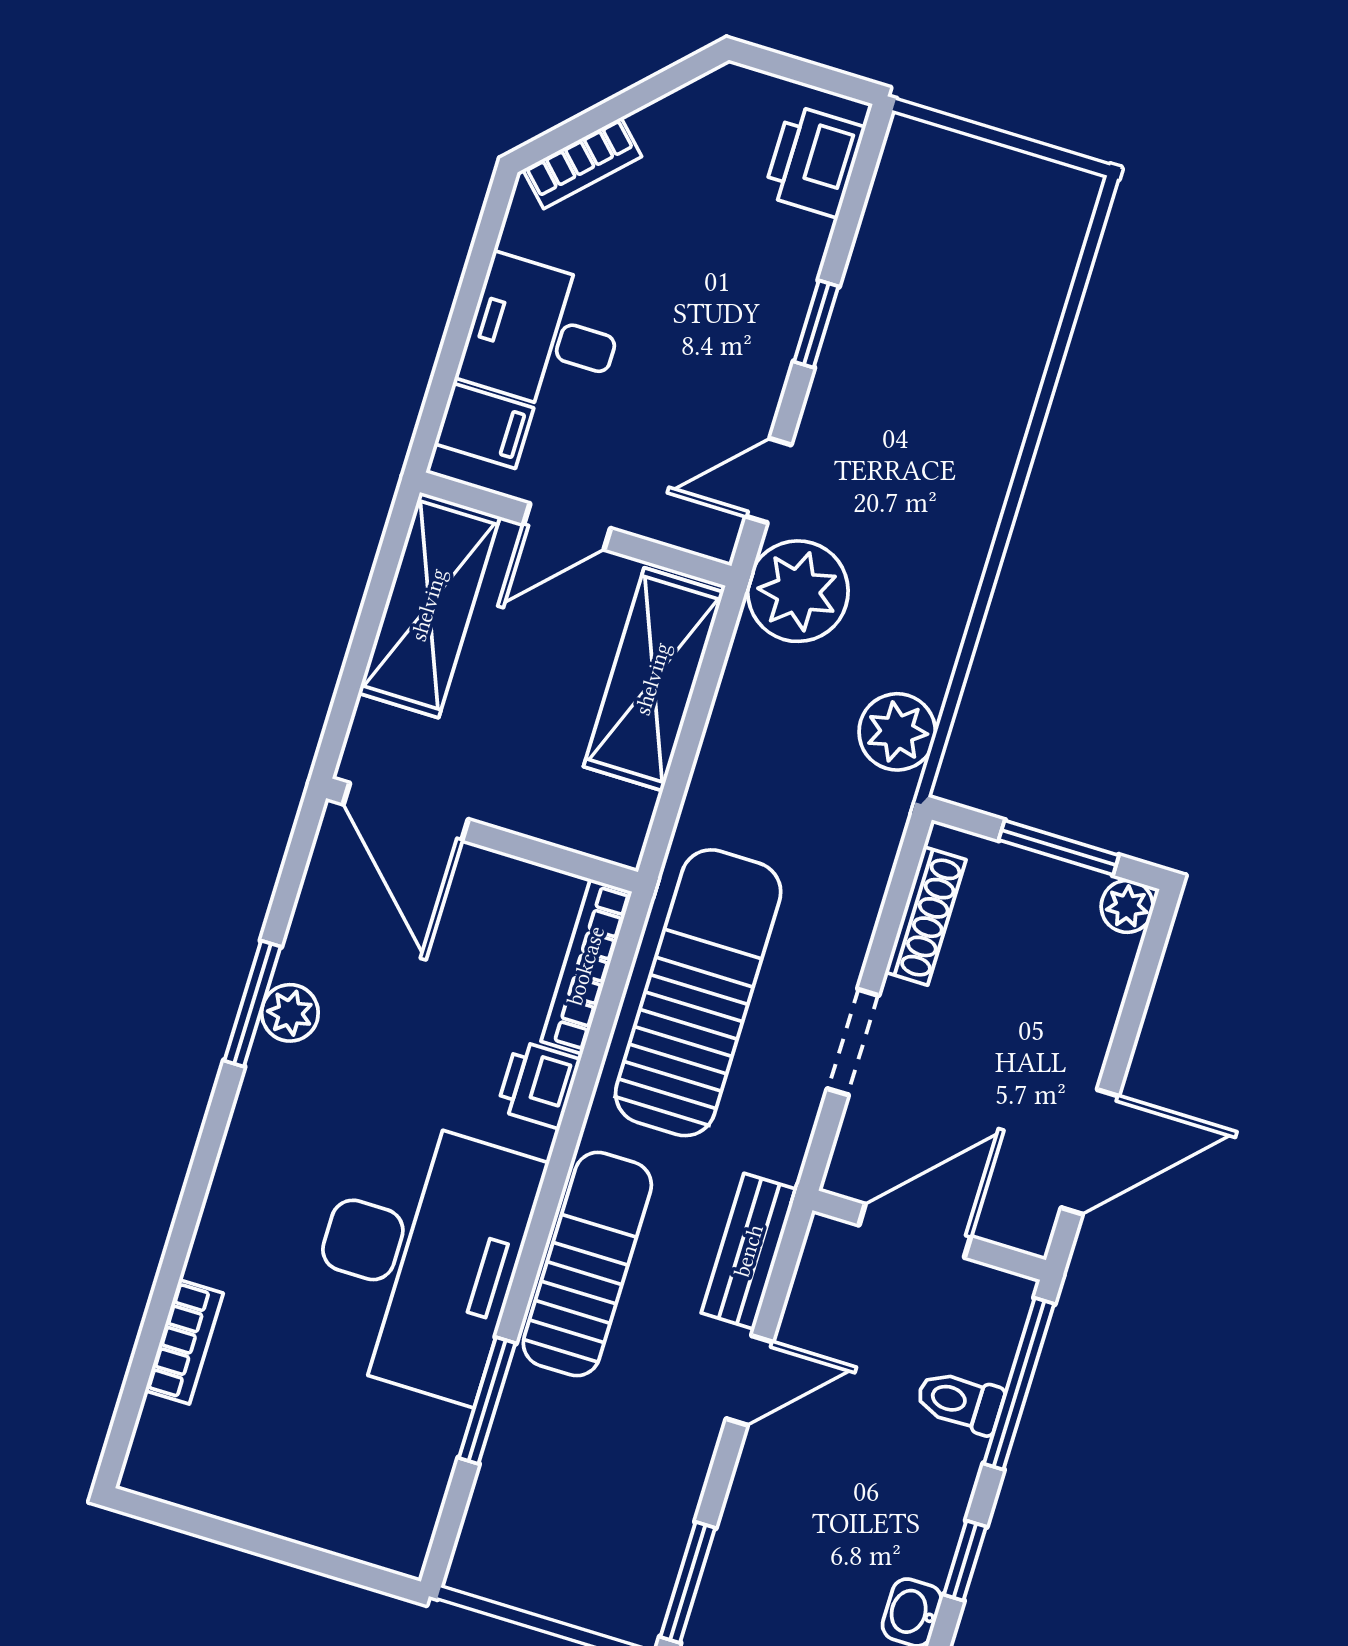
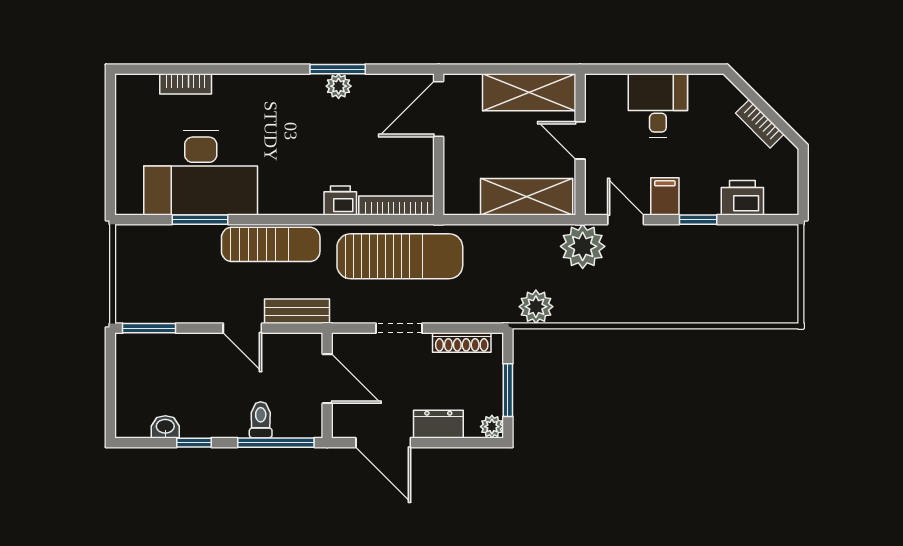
printer: (814, 161) -> (742, 198), moved
bookcase: (582, 163) -> (760, 124), moved
filing cabinet: (484, 426) -> (665, 196), moved, turned 180
dresser: (1086, 1021) -> (438, 424), added
desk: (420, 1257) -> (201, 173), moved

